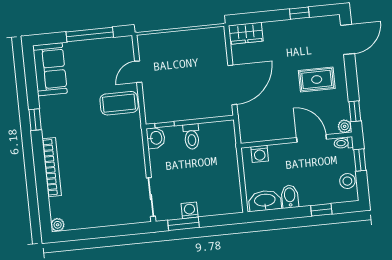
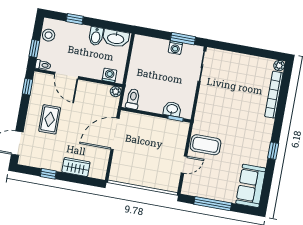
wardrobe: (246, 33) -> (76, 167), moved
rug: (317, 79) -> (50, 119), turned 90
plant: (345, 126) -> (116, 91), moved
toilet: (192, 137) -> (133, 99), moved
washbasin: (156, 138) -> (172, 109), moved, turned 90
bookcase: (52, 167) -> (274, 95), moved

